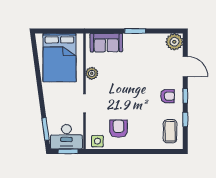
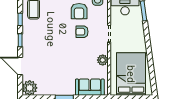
armchair: (168, 96) -> (82, 32), moved

